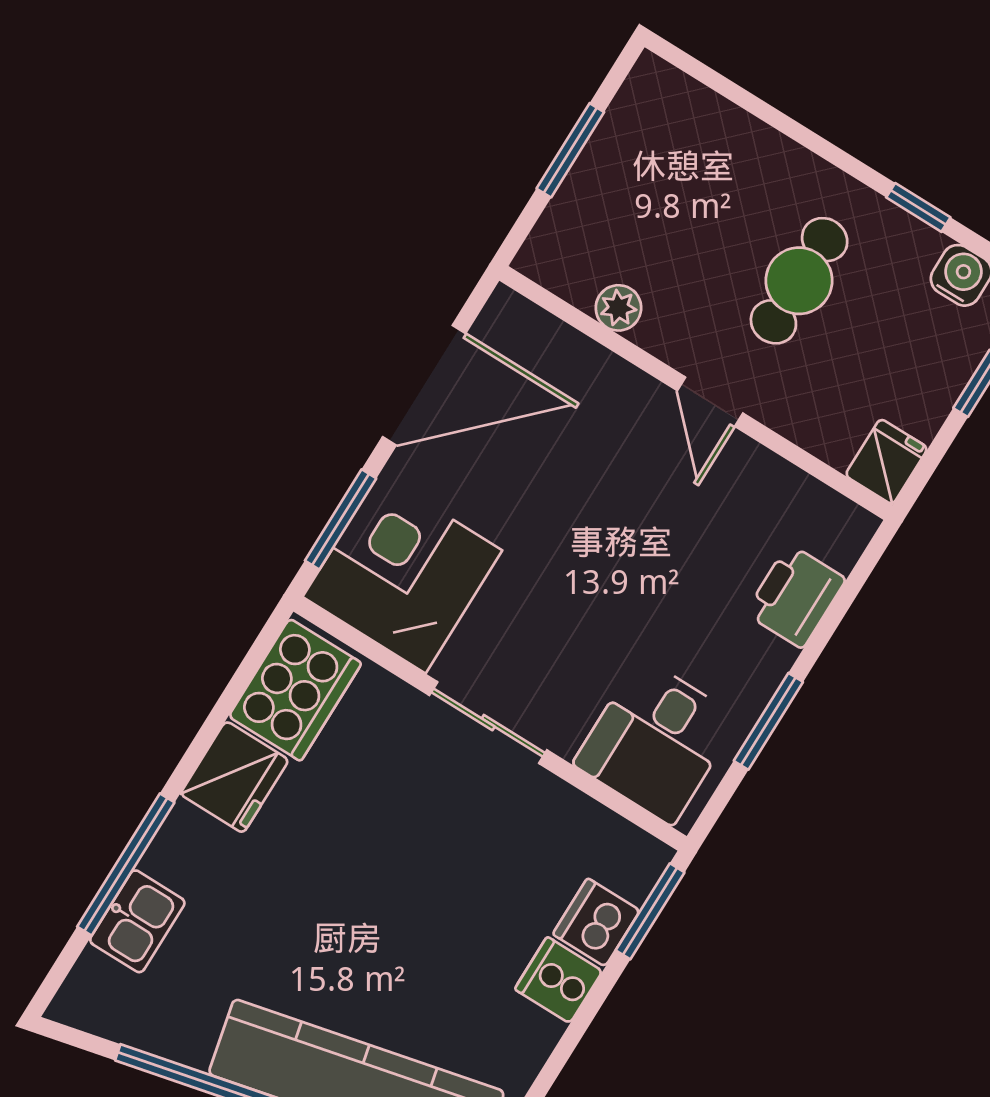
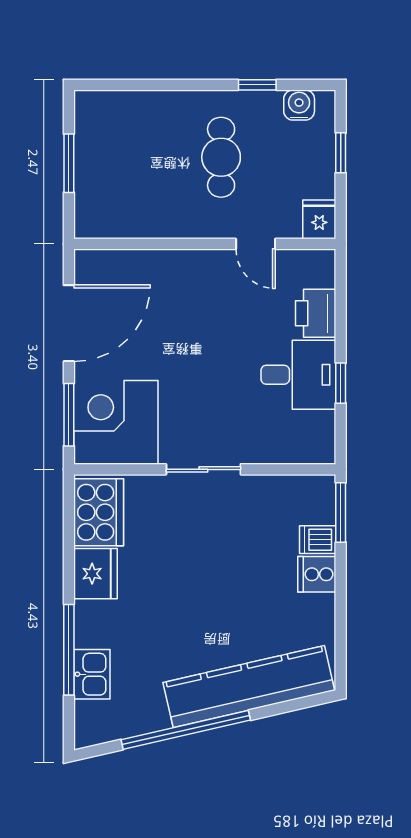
plant: (618, 308) -> (141, 226), removed
door: (710, 402) -> (256, 244), moved
window: (768, 721) -> (341, 383), width x0.67
desk: (656, 741) -> (298, 375), moved, turned -90
dishwasher: (596, 922) -> (318, 540), width x0.73

